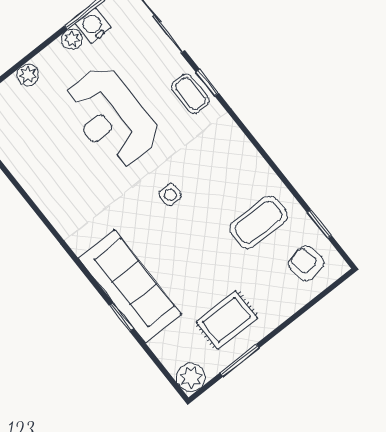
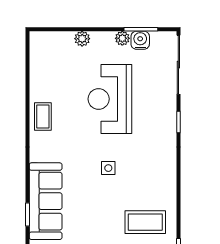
coffee table: (190, 94) -> (43, 117), moved

